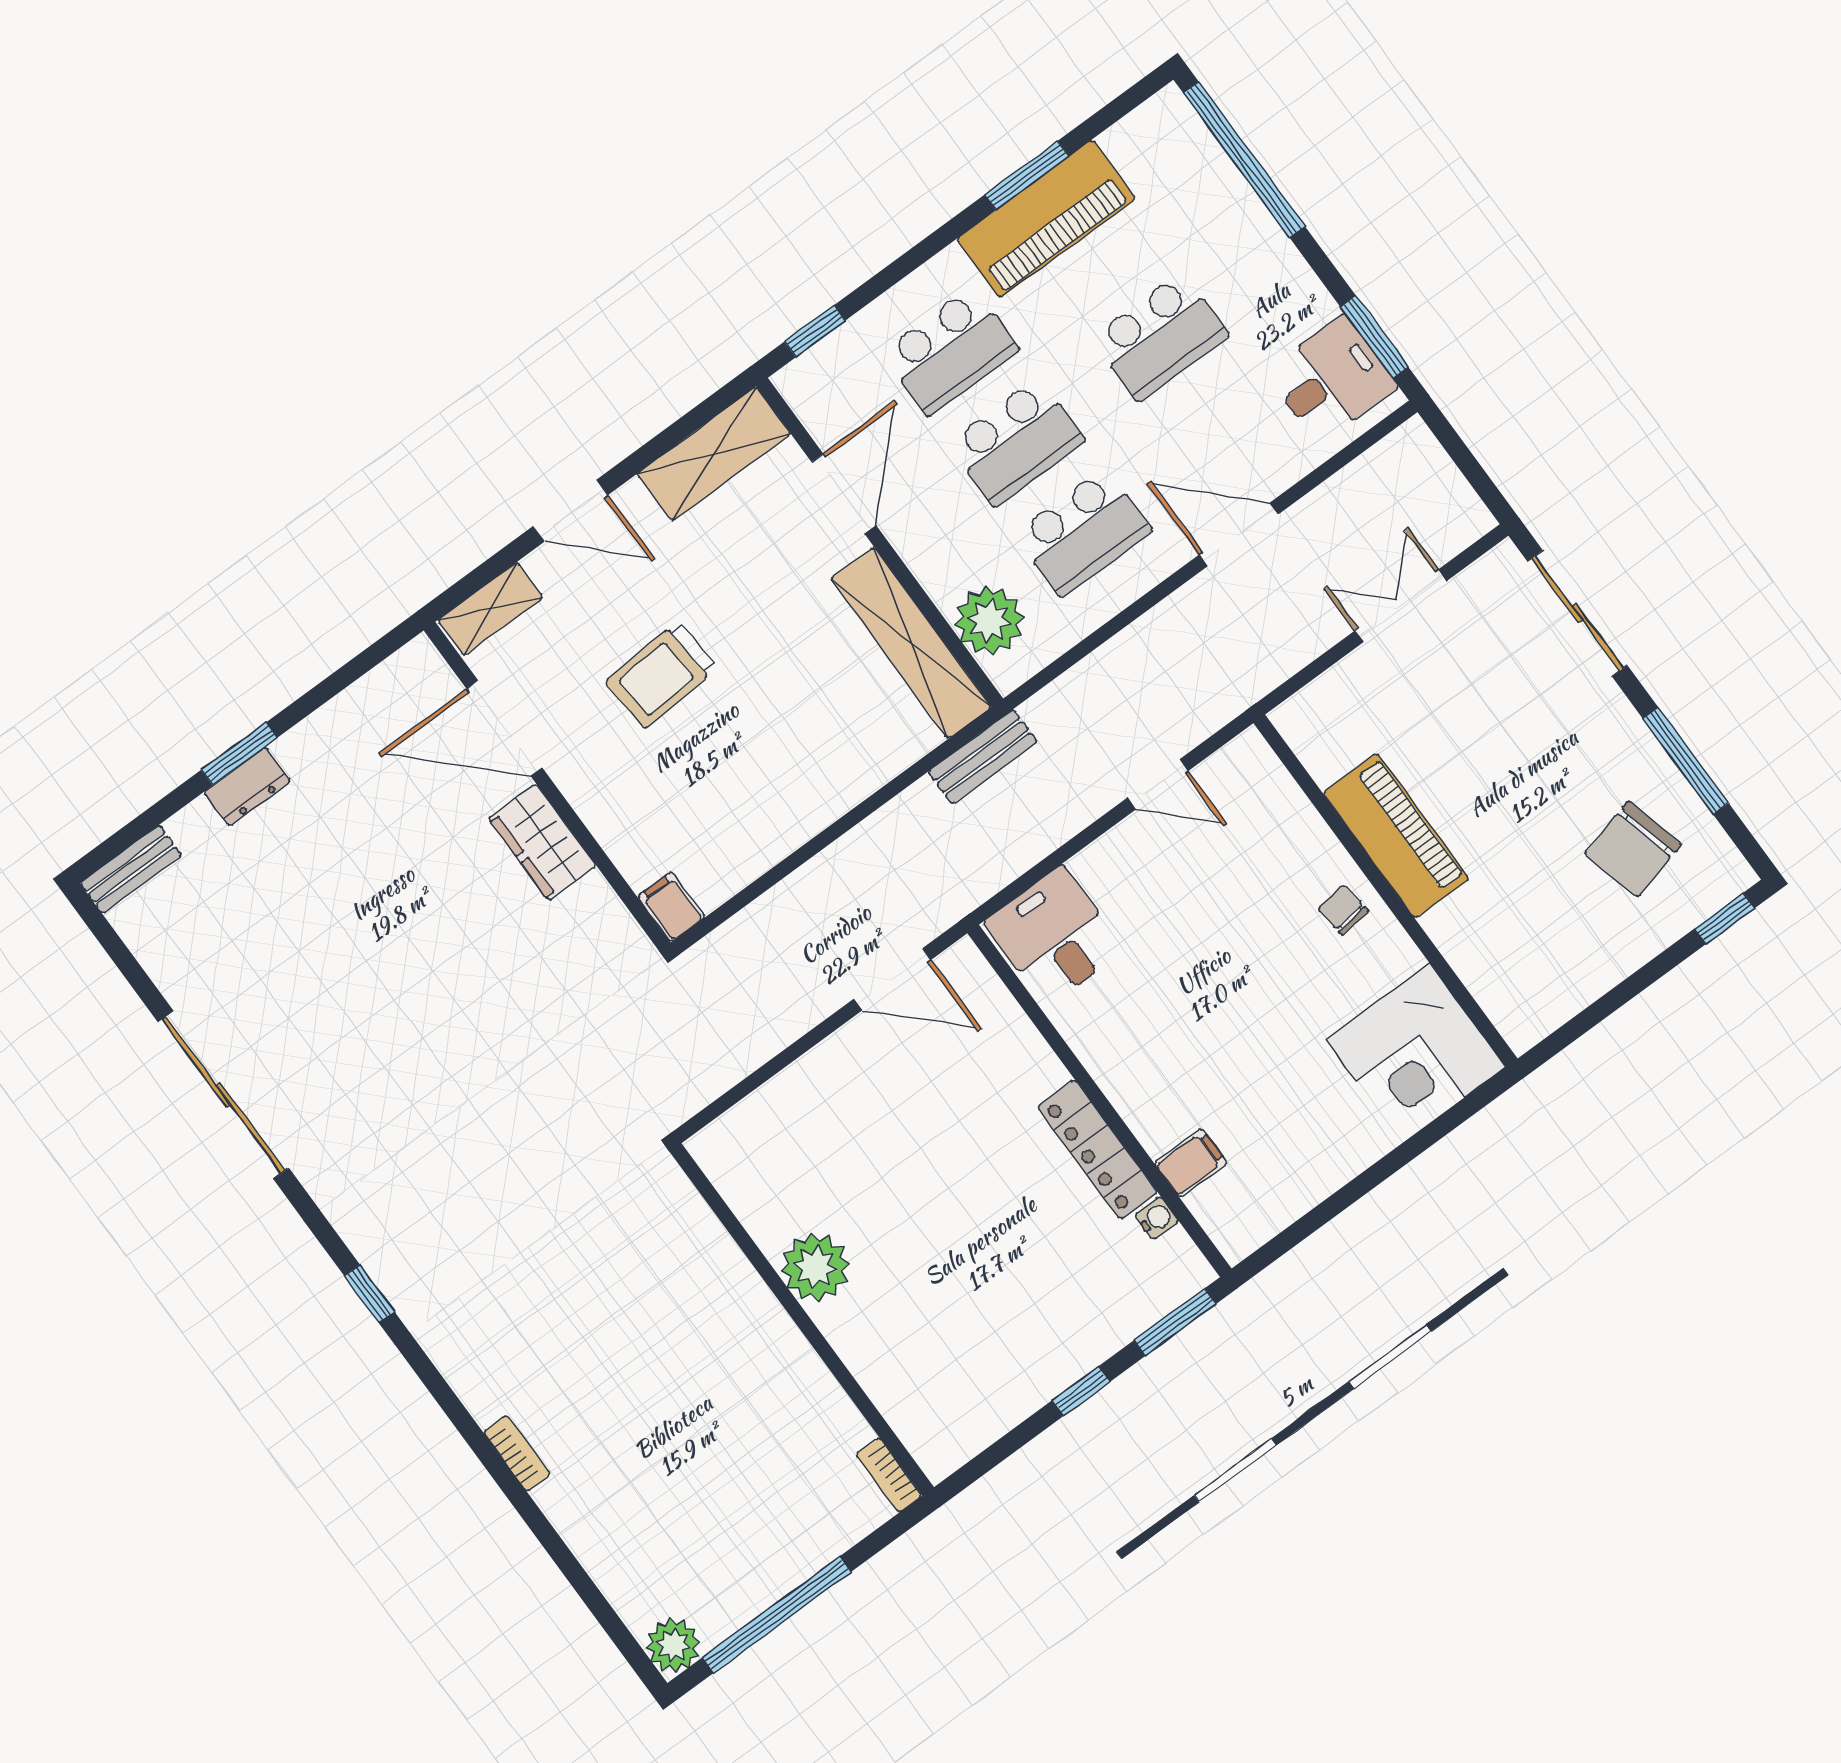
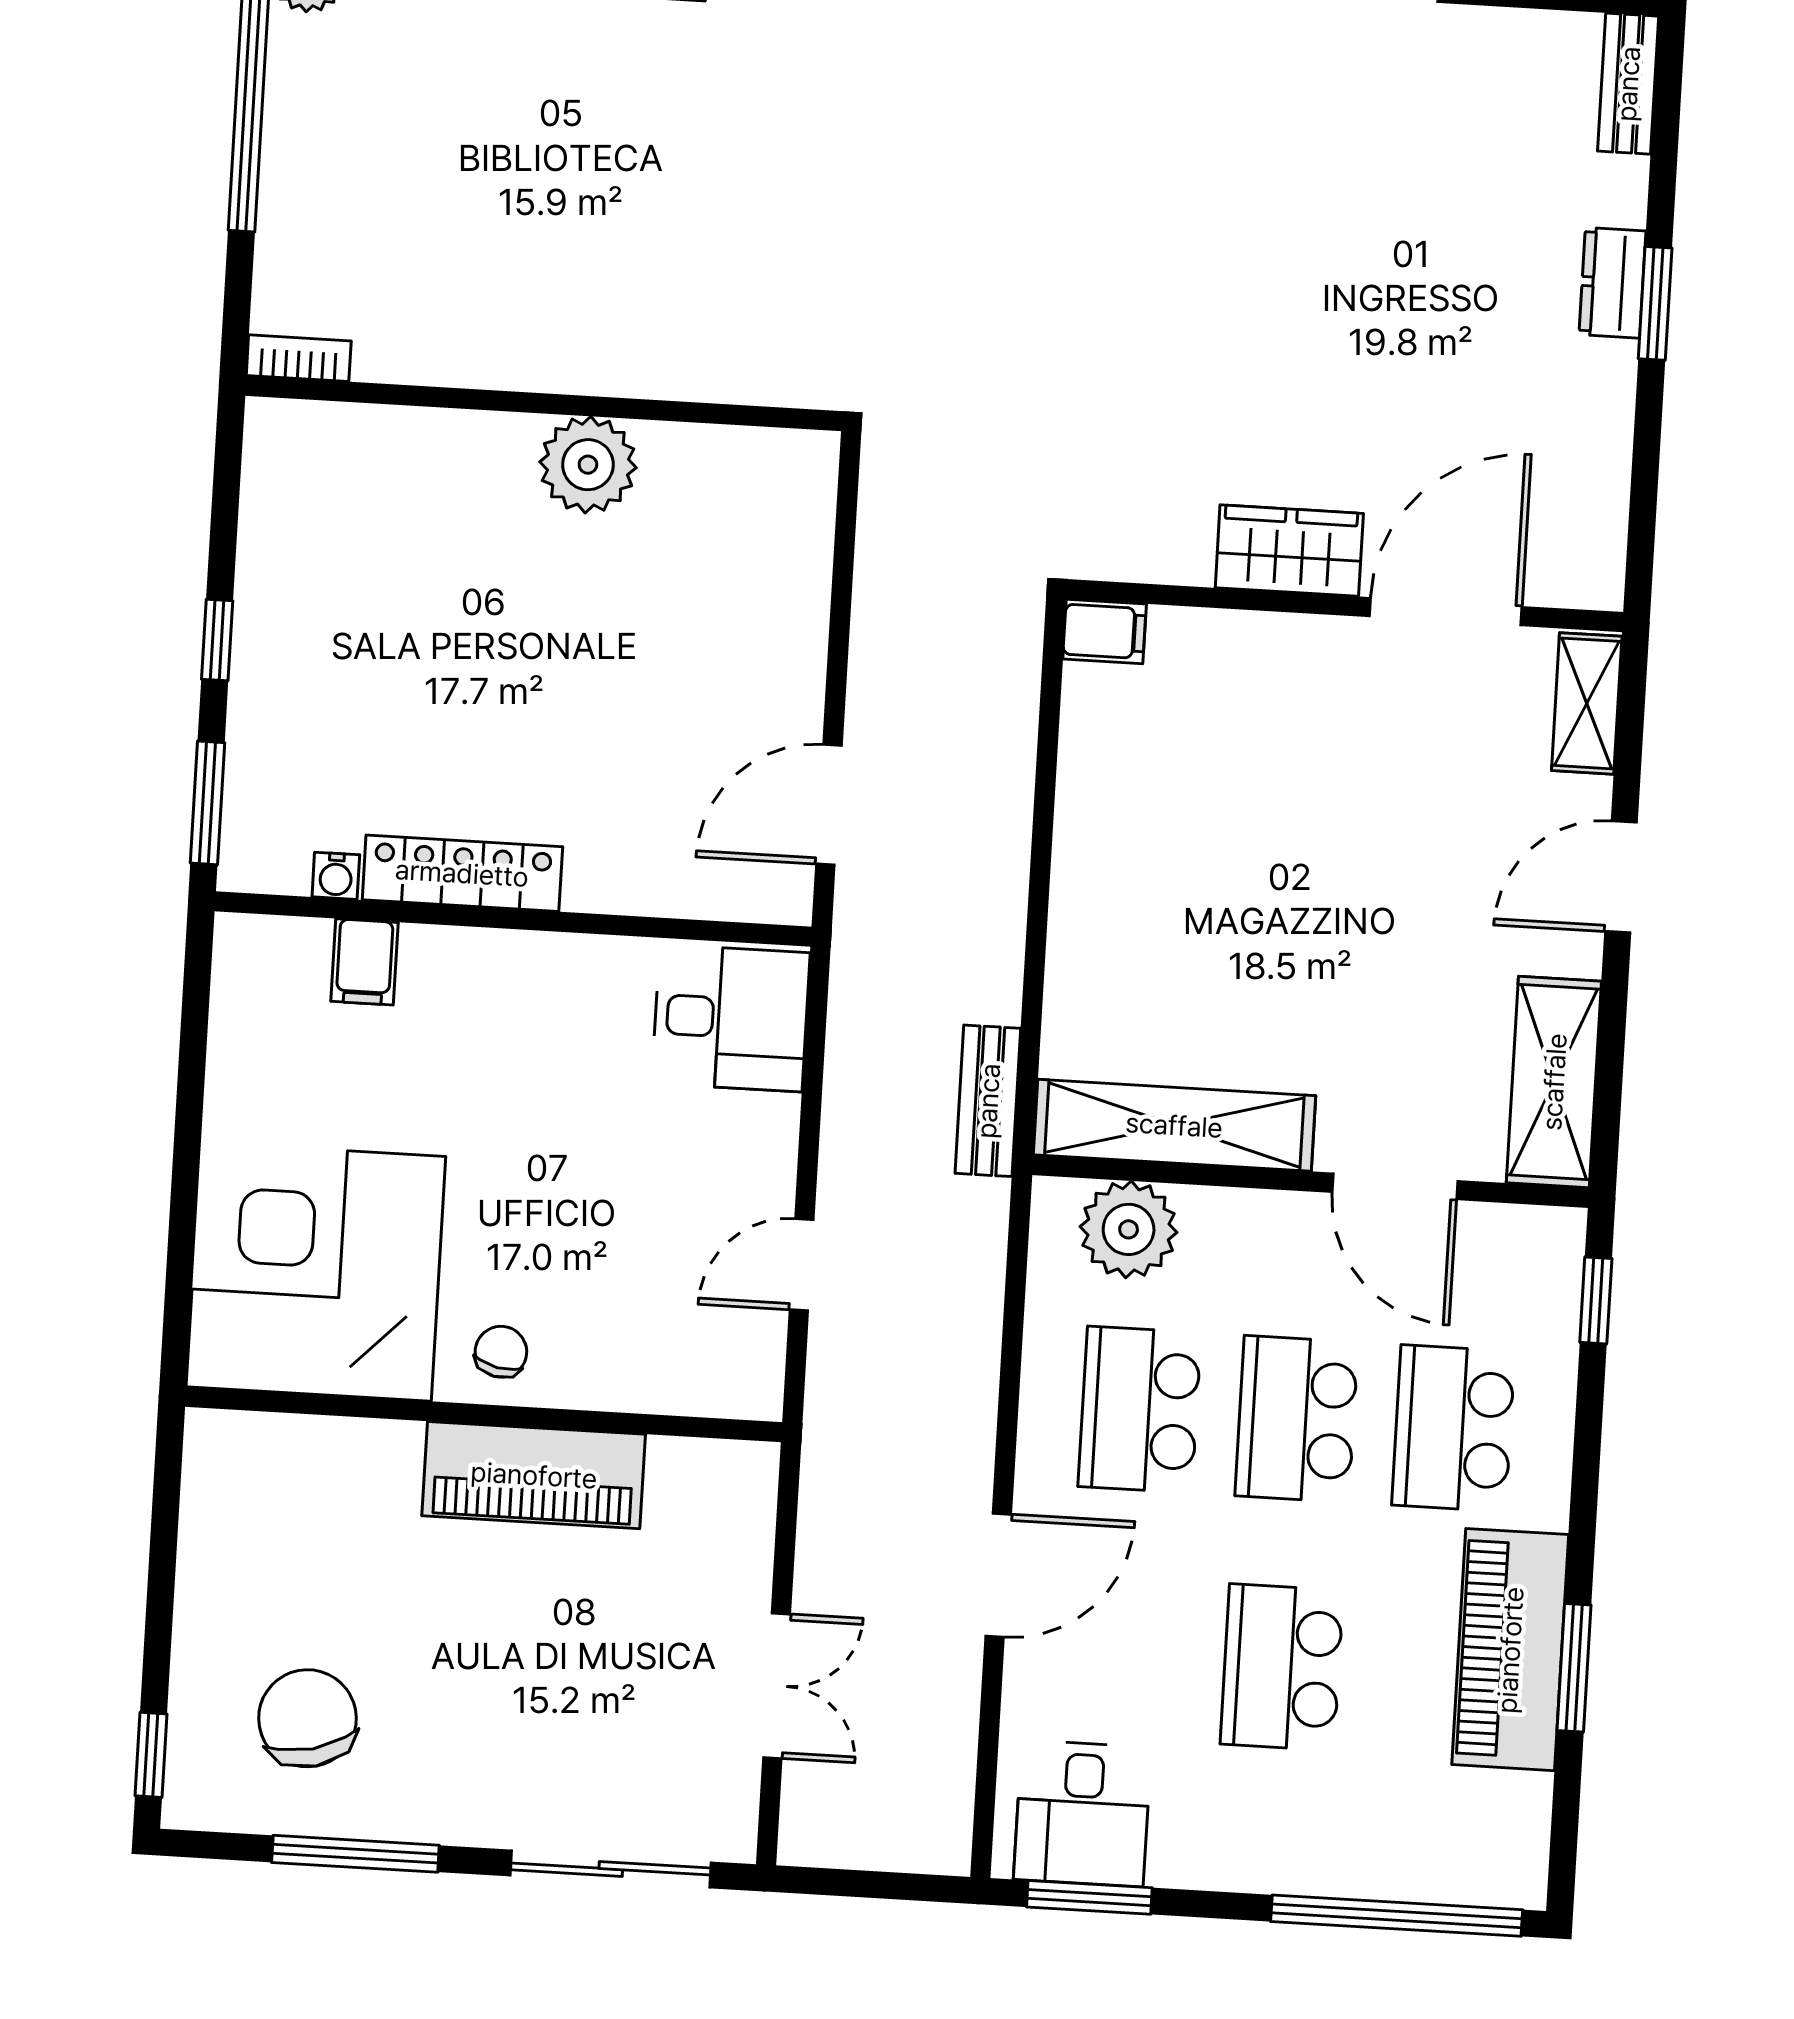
trolley: (661, 675) -> (1363, 828), removed
chair: (1343, 910) -> (501, 1352), turned -71
corner desk: (1416, 1053) -> (316, 1272), width x1.36, depth x1.36

